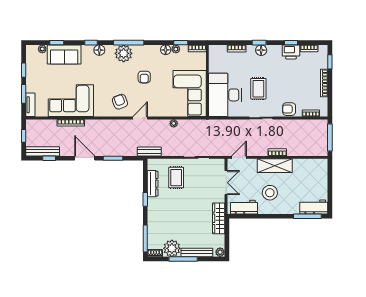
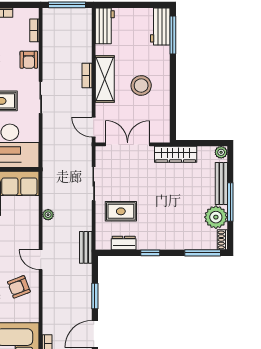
double door: (226, 183) -> (128, 144), width x1.37
dresser: (153, 184) -> (124, 243), width x0.70
workbench: (244, 207) -> (105, 26), moved, turned 180

